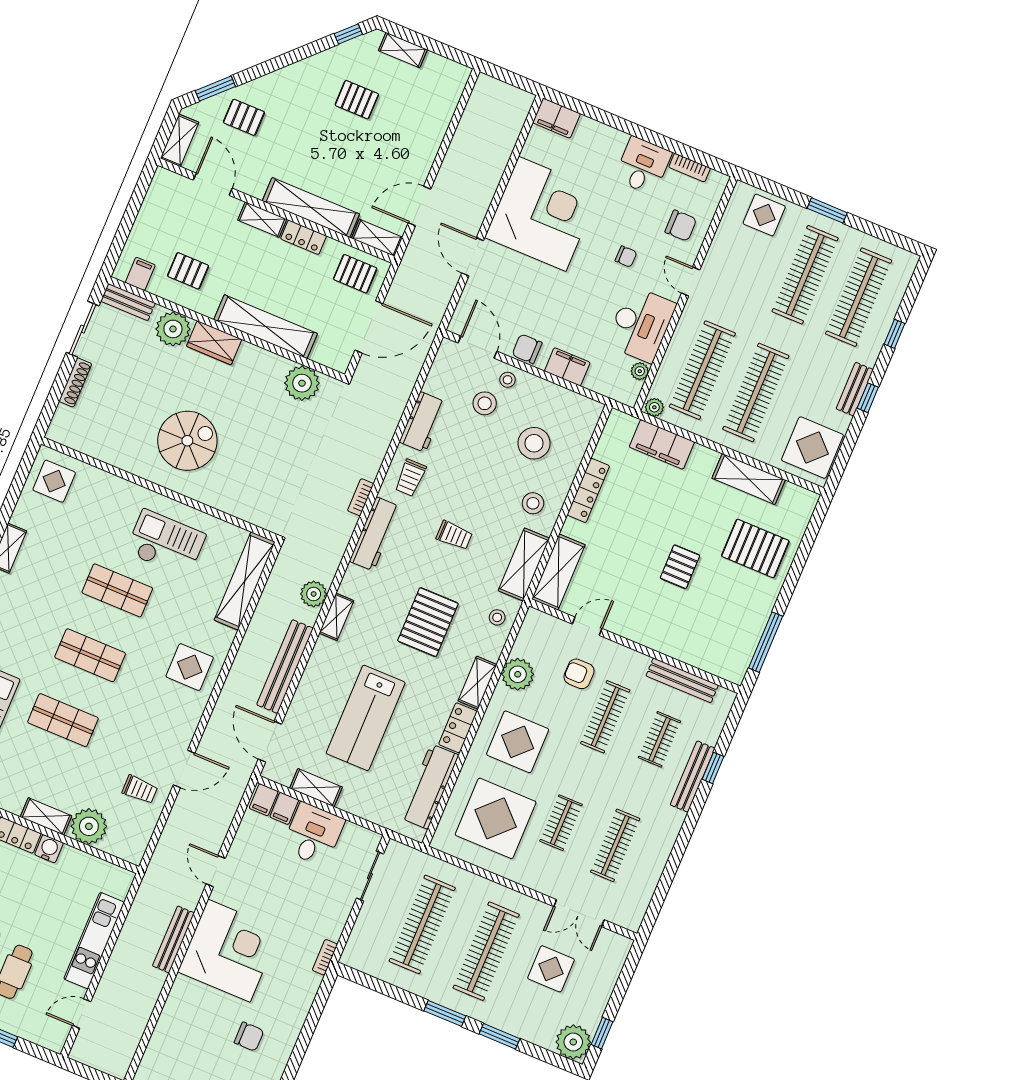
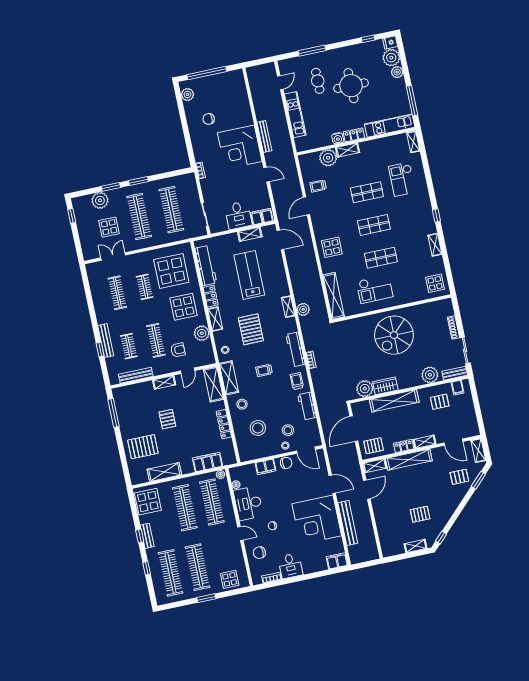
wardrobe: (214, 343) -> (385, 386), moved
spiral stairs: (187, 441) -> (394, 335), width x1.37, depth x1.37
shelving: (642, 634) -> (164, 382), added
bench: (285, 667) -> (348, 523), moved
plant: (573, 1042) -> (100, 200), moved

